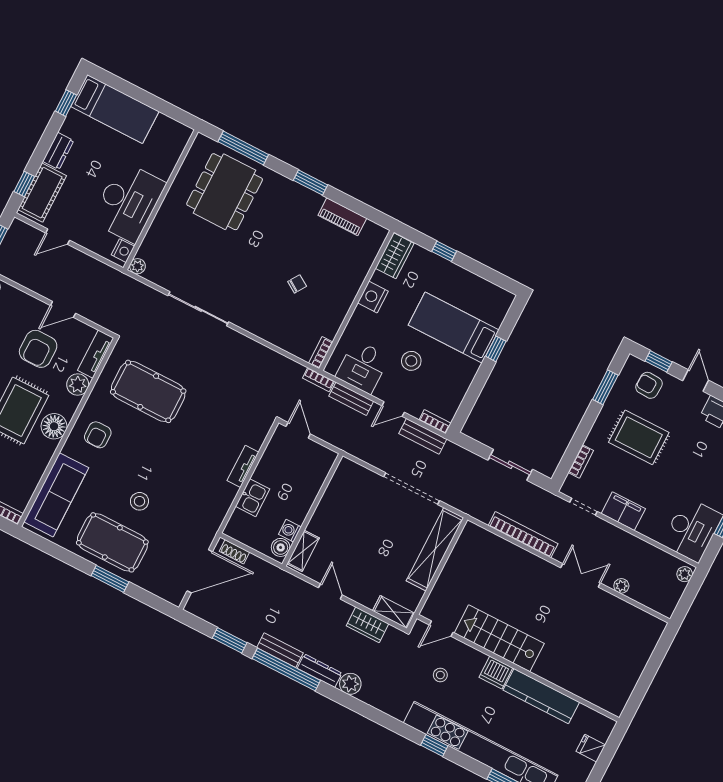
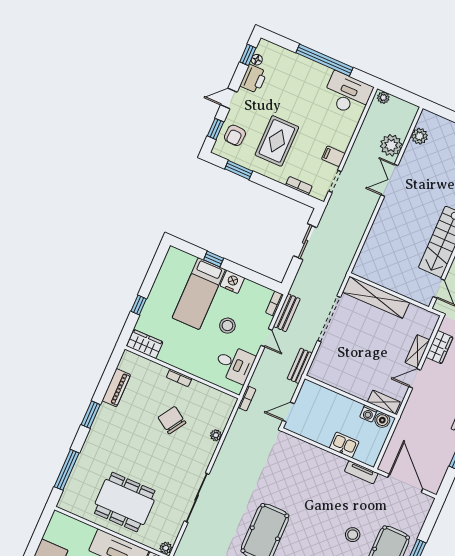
dining table: (225, 192) -> (125, 502), moved
chair: (297, 284) -> (172, 420), width x1.87, depth x1.87
nightstand: (373, 297) -> (232, 282), moved, turned 180
plant: (275, 338) -> (216, 435), added
bookcase: (321, 353) -> (179, 378), moved
bench: (351, 399) -> (300, 366), moved
tv unit: (243, 466) -> (361, 472), moved
filing cabinet: (623, 511) -> (333, 156), width x0.50
bookcase: (523, 535) -> (360, 228), removed
shoe rack: (234, 552) -> (388, 457), removed
plant: (621, 586) -> (391, 145), width x1.88, depth x1.88
shelving: (394, 612) -> (417, 351), moved
plant: (633, 616) -> (419, 136), added

